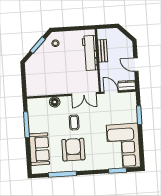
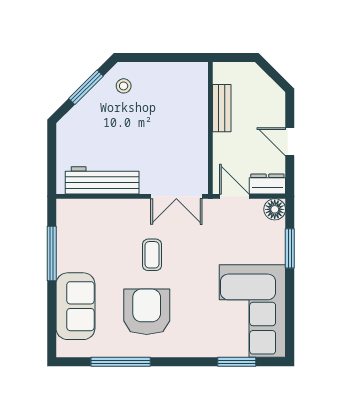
workbench: (90, 53) -> (102, 180), moved, turned 90
floor lamp: (55, 102) -> (275, 209), moved

